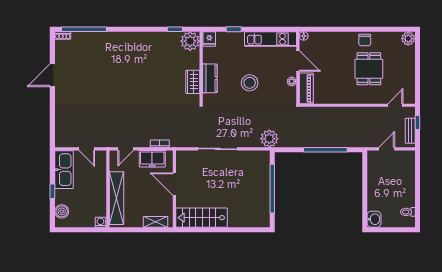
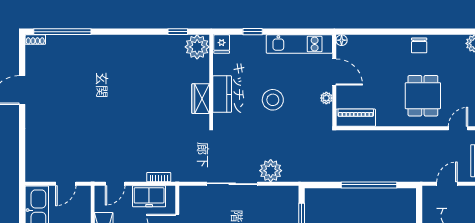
dining table: (369, 69) -> (423, 96), moved
piano: (306, 88) -> (356, 118), moved, turned -90
plant: (269, 139) -> (271, 171), moved
door: (87, 149) -> (66, 184), hinge flipped

